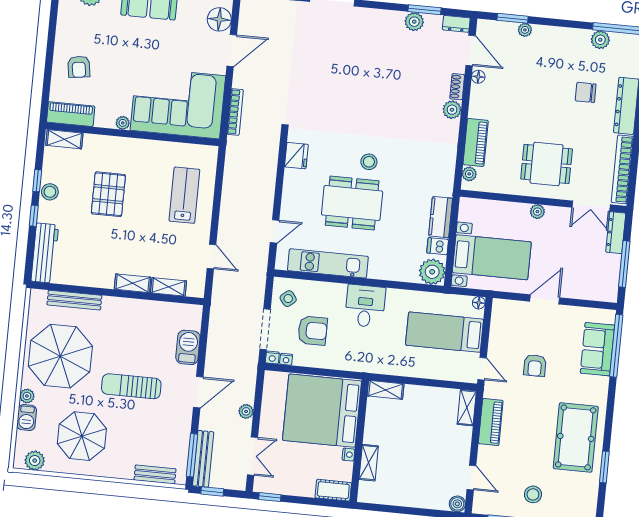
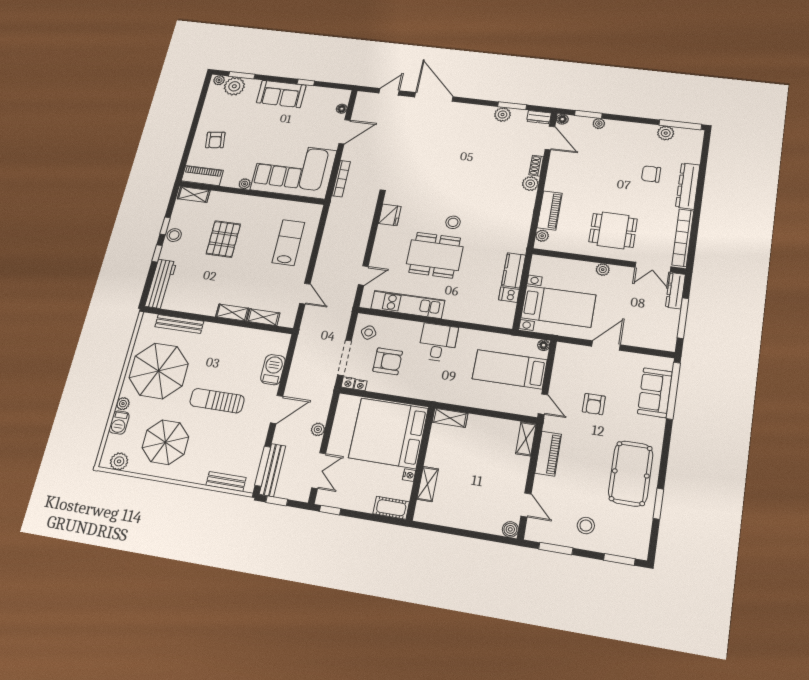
floor lamp: (219, 19) -> (342, 109), width x0.53, depth x0.53
floor lamp: (478, 77) -> (562, 119), moved
plant: (432, 272) -> (502, 316), removed

